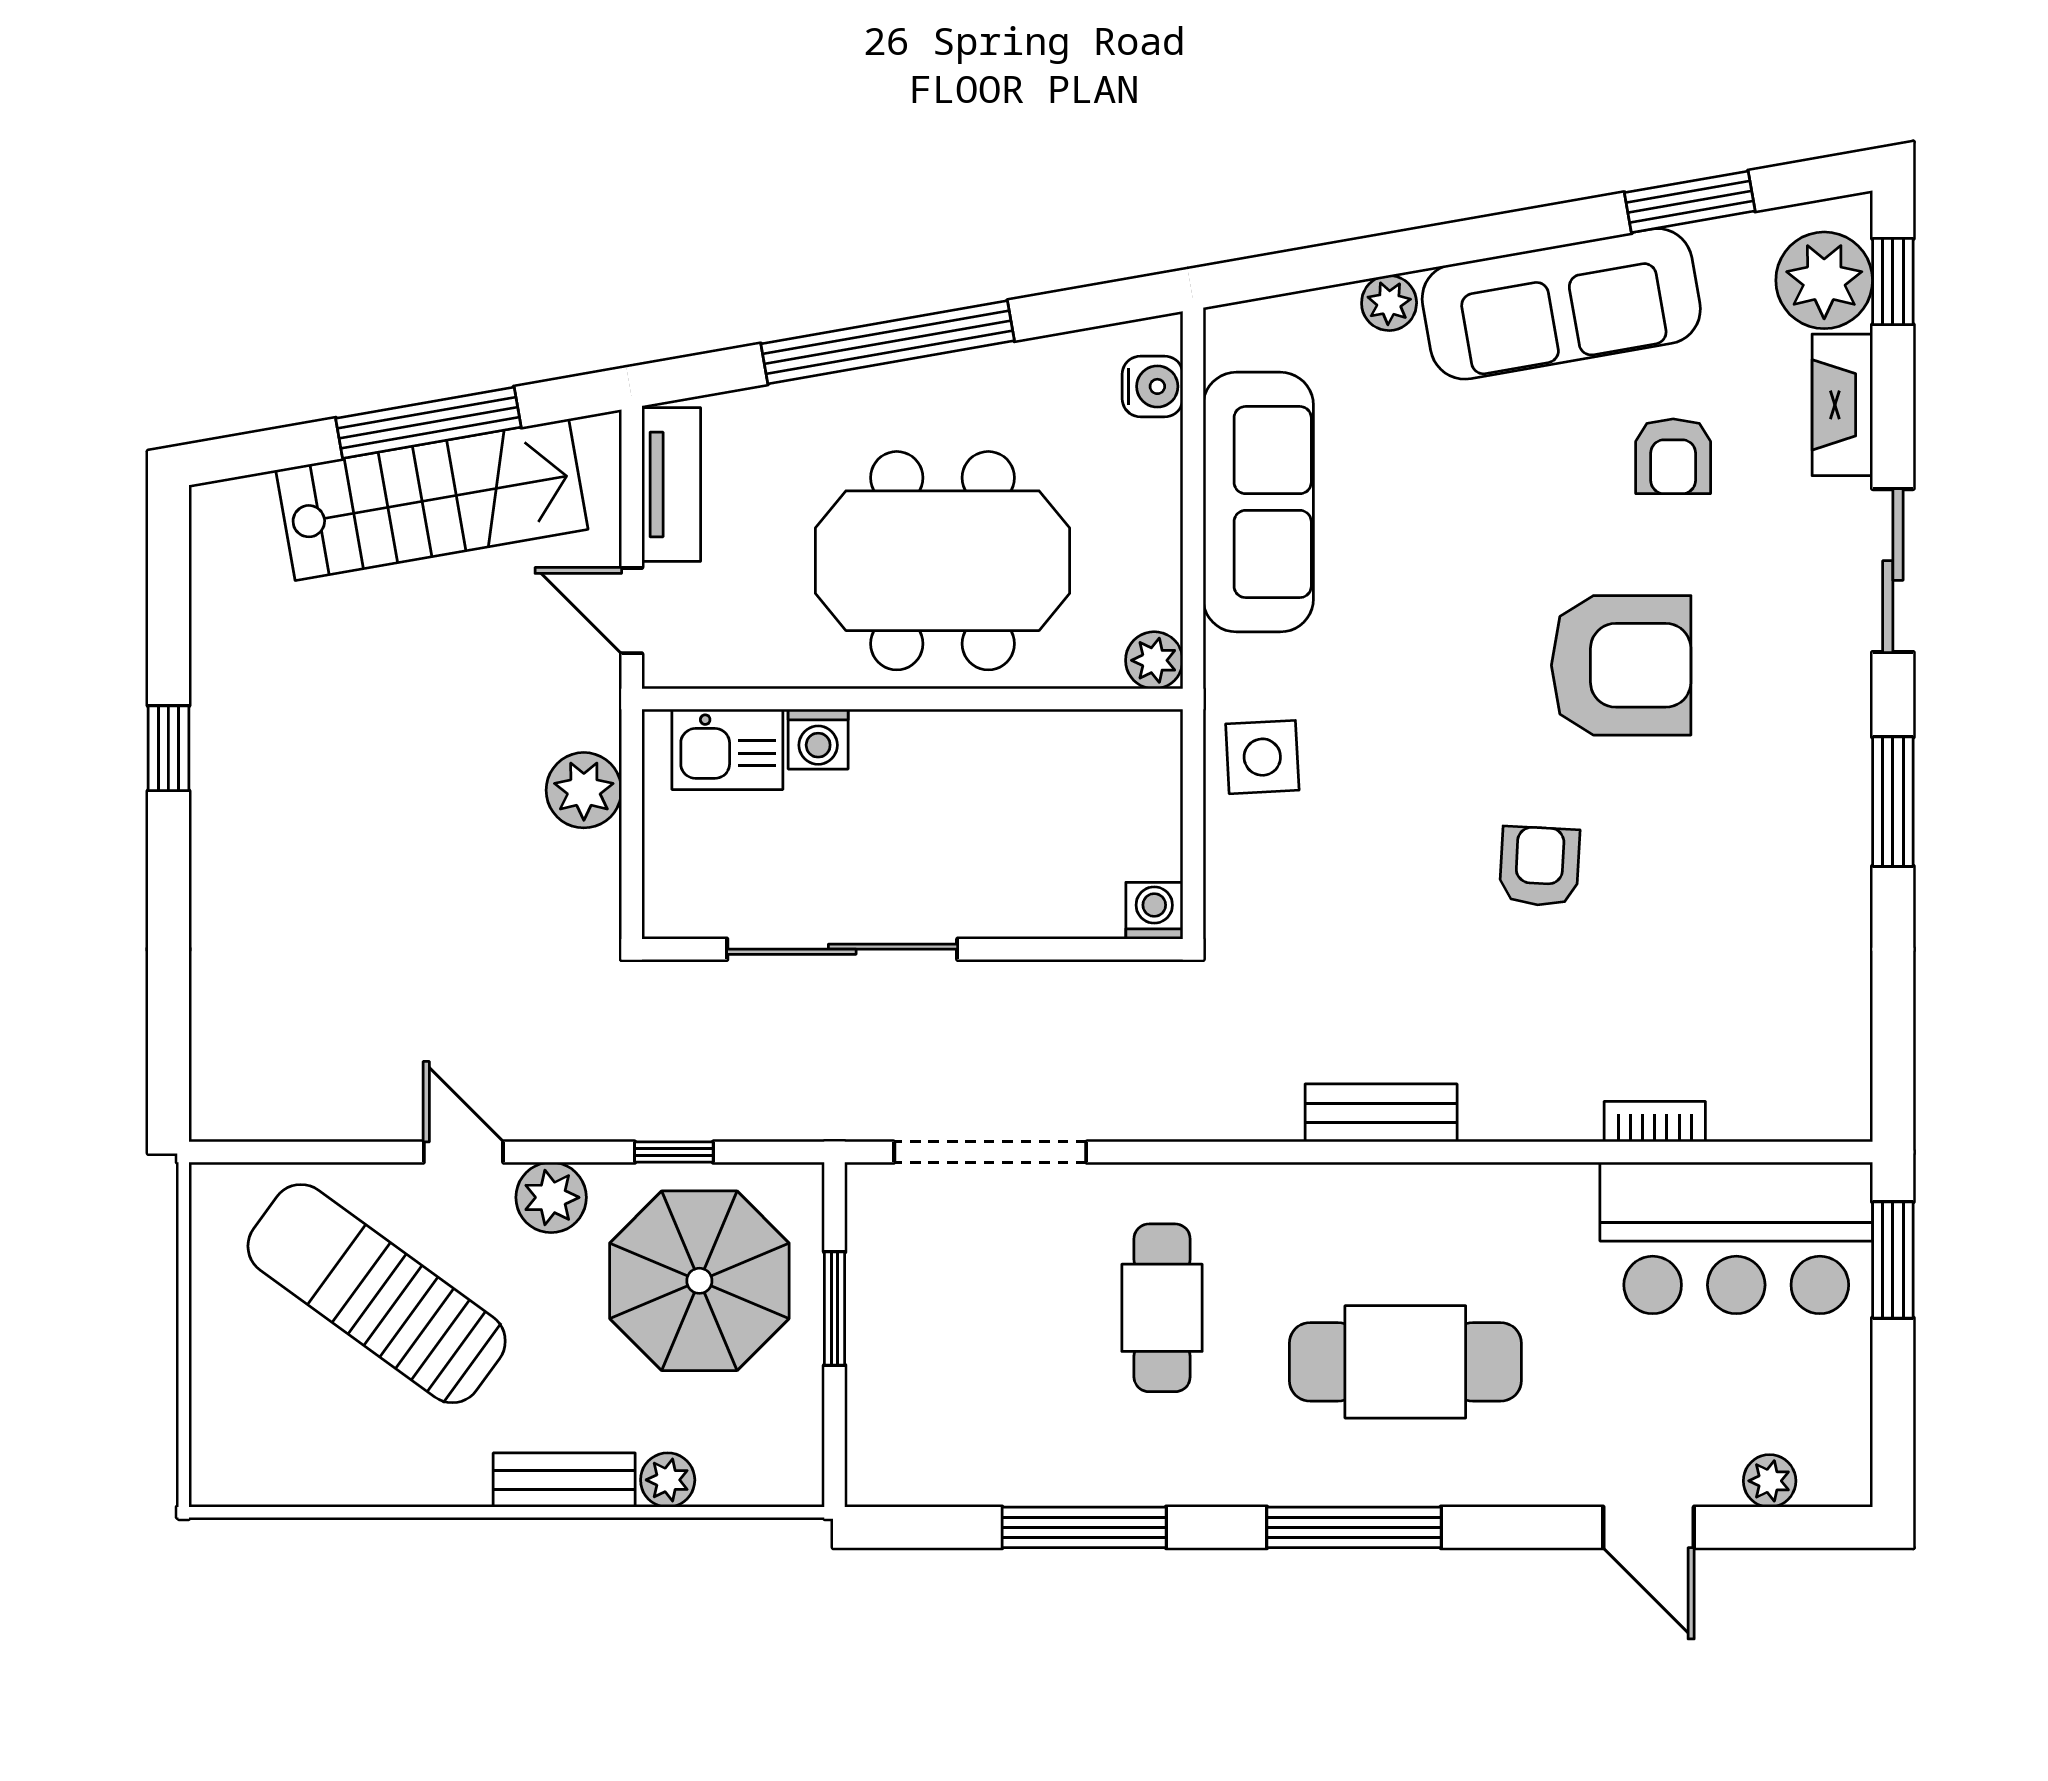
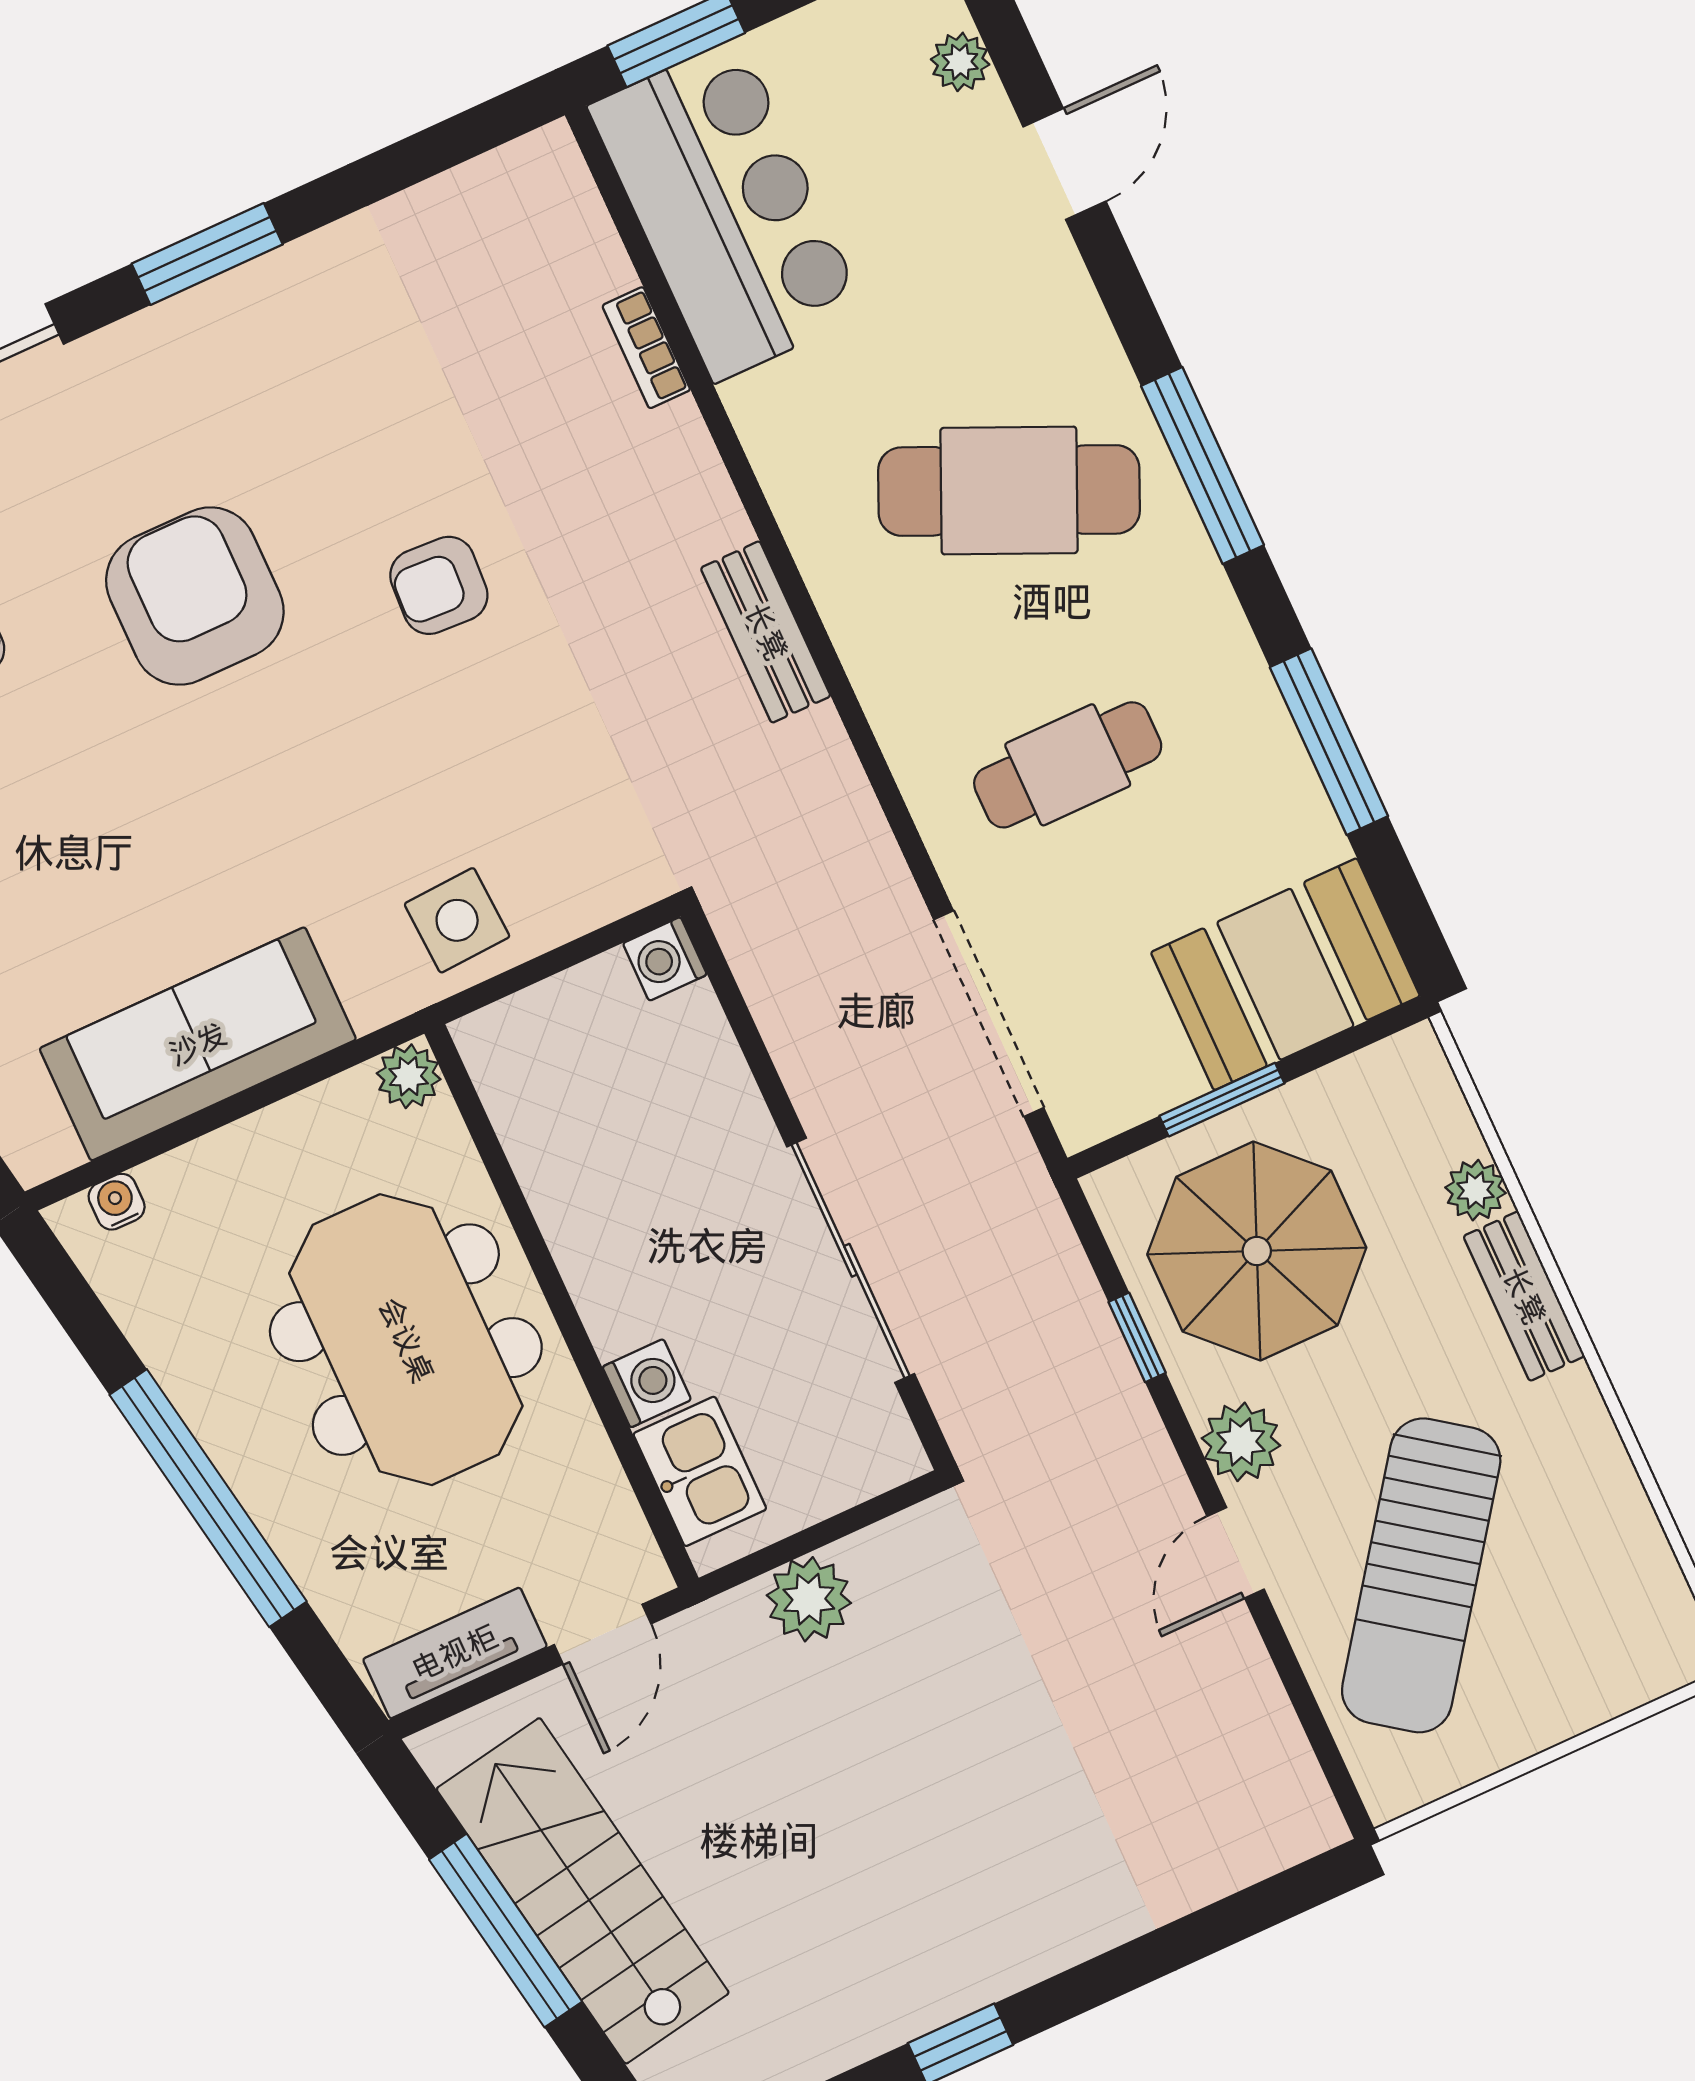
water cooler: (1153, 386) -> (117, 1202), width x0.72, depth x0.72
cafe table: (1405, 1362) -> (1009, 490), turned -66
booth: (912, 1406) -> (1285, 974), added

